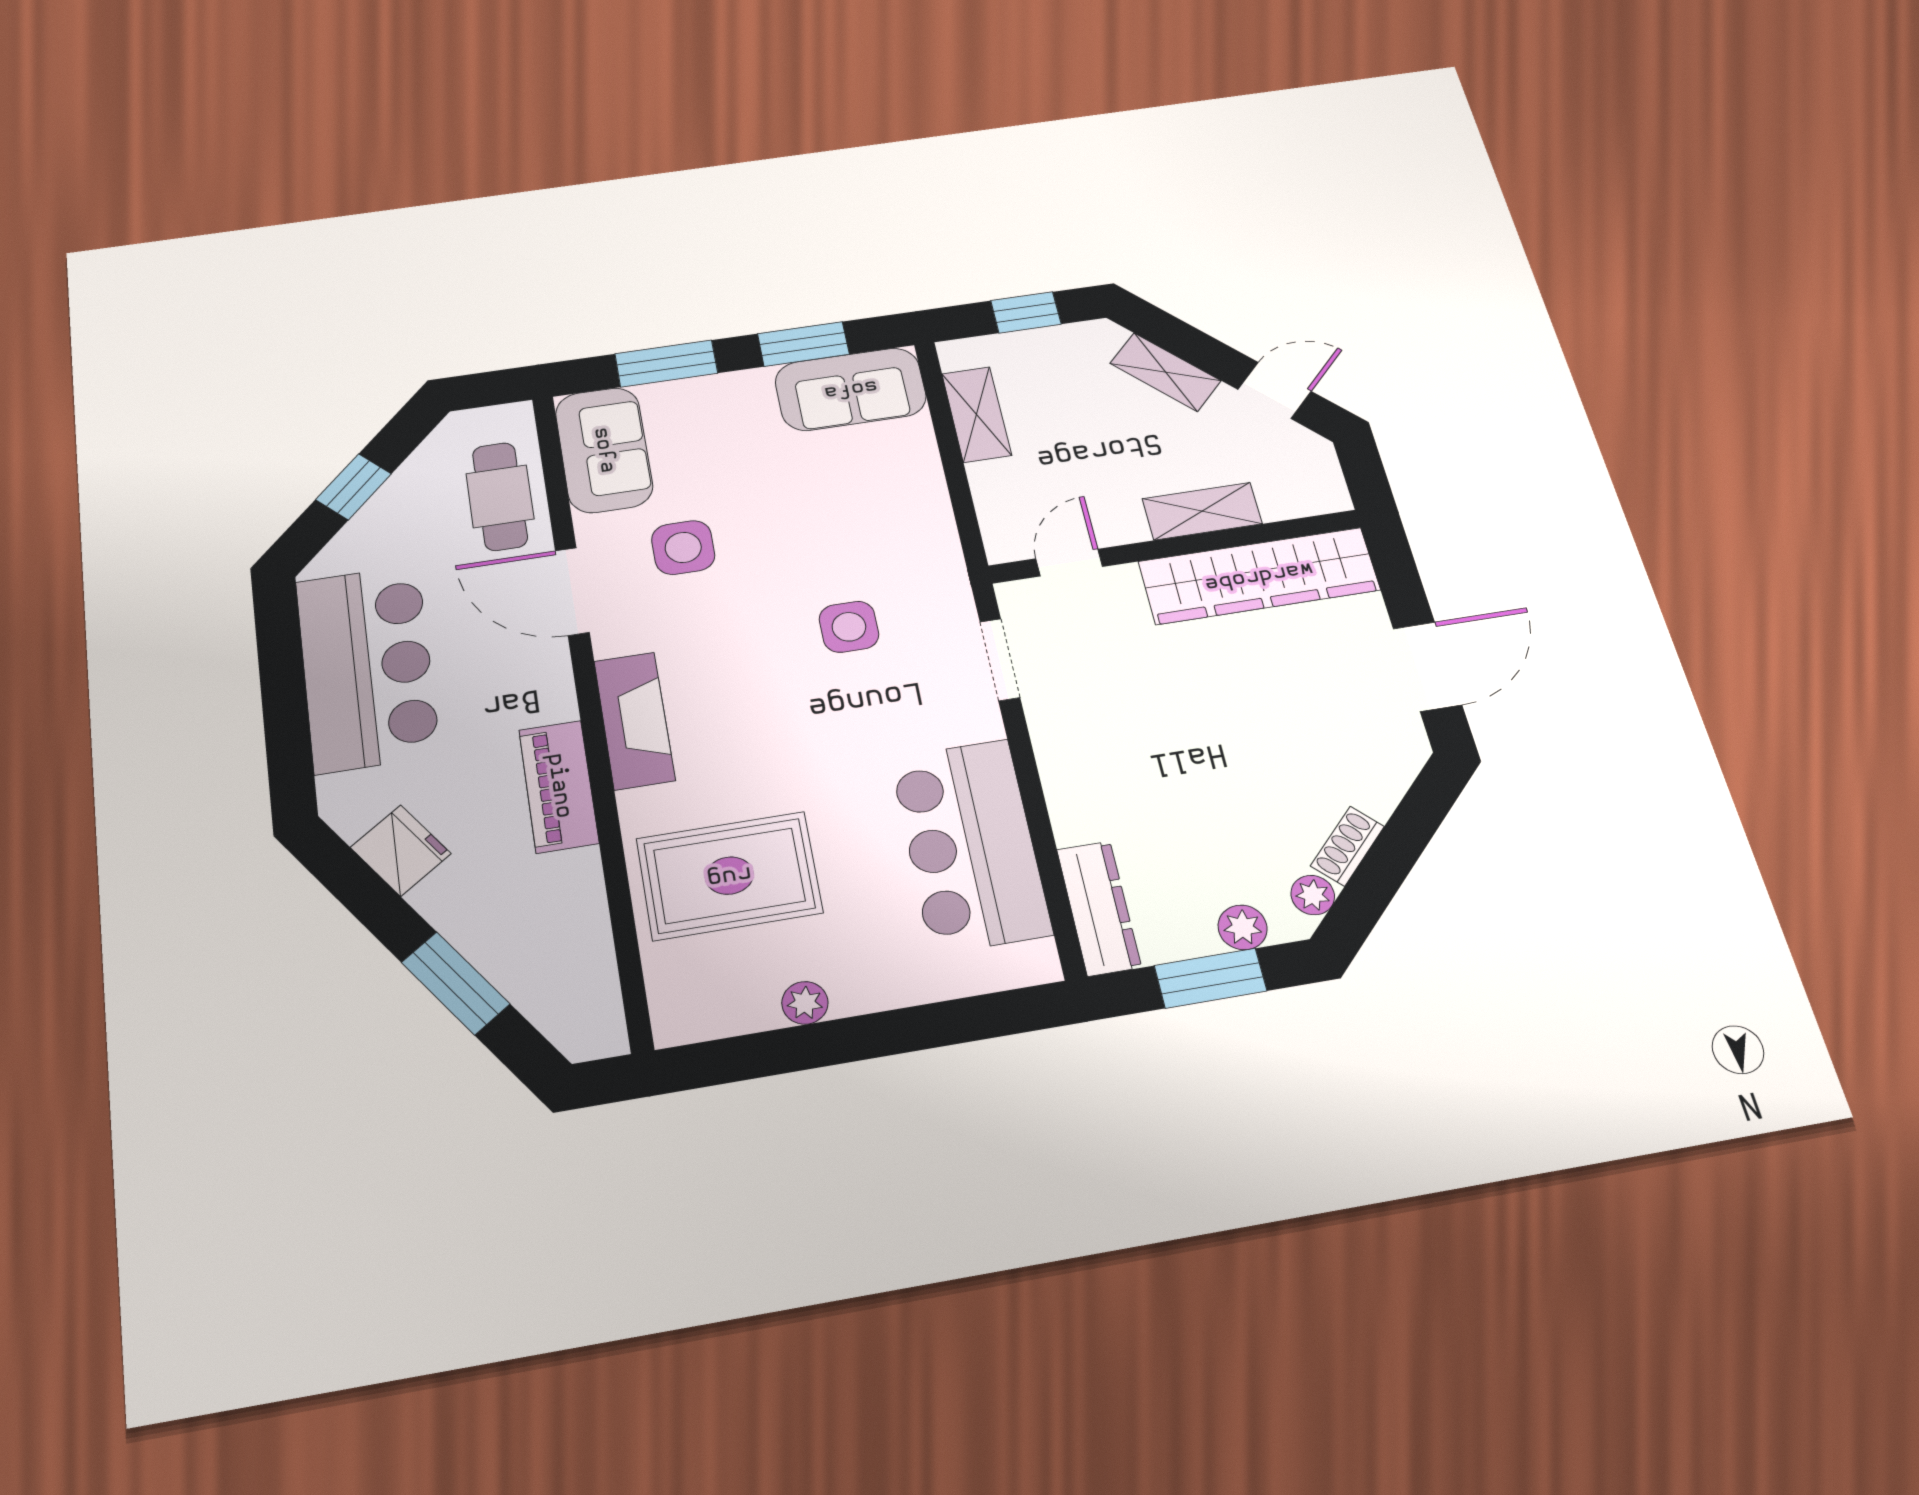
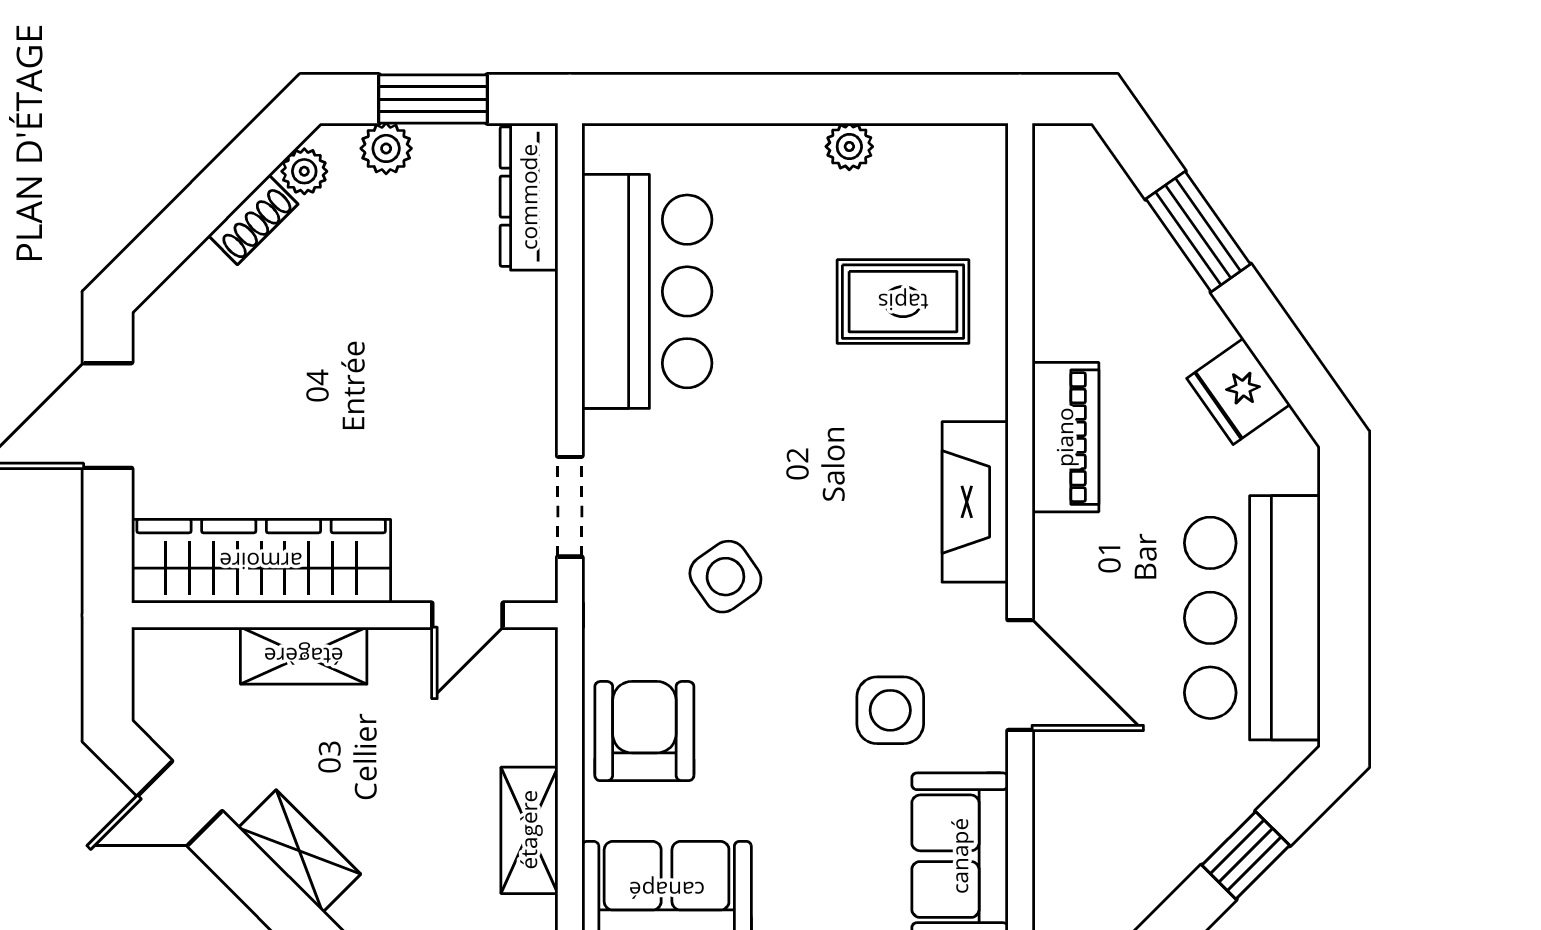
cafe table: (500, 496) -> (1084, 814), removed
armchair: (895, 500) -> (644, 731), added
side table: (849, 627) -> (725, 577), turned -35
rug: (729, 876) -> (903, 302), width x0.73, depth x0.70

